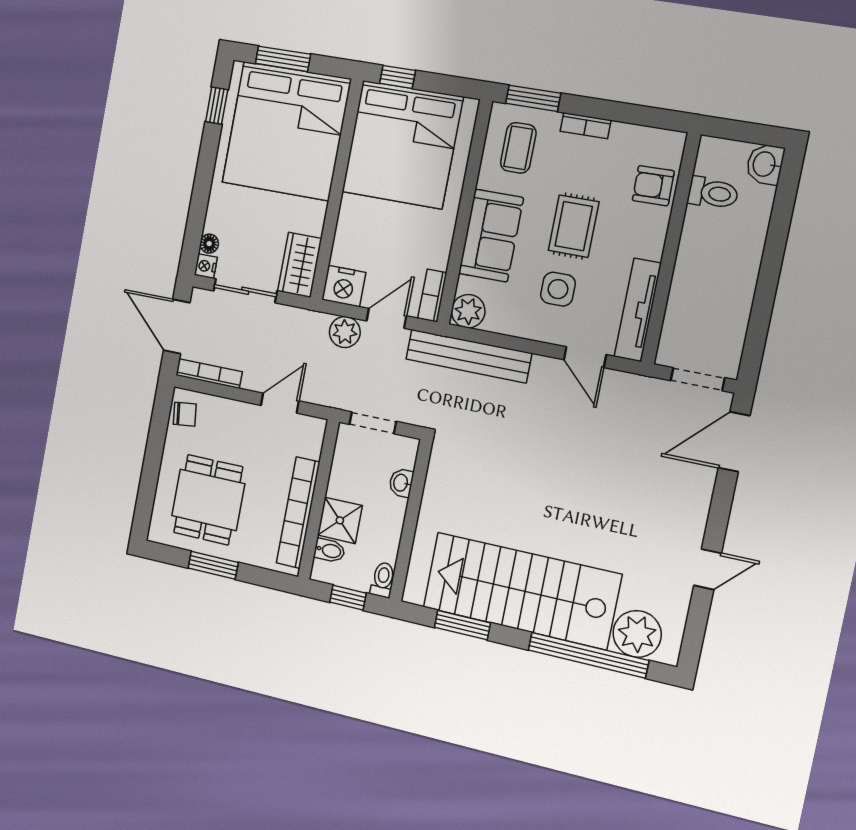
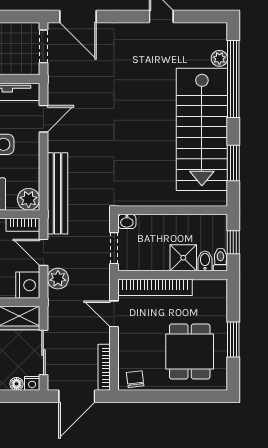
washbasin: (401, 483) -> (127, 221), moved
dining table: (208, 500) -> (190, 351), turned 90
bookcase: (298, 513) -> (155, 287), moved
toilet: (383, 580) -> (220, 259), moved, turned 90
plant: (637, 634) -> (219, 58), width x0.53, depth x0.53

